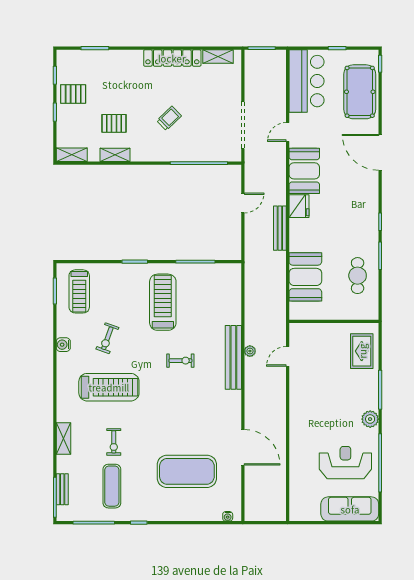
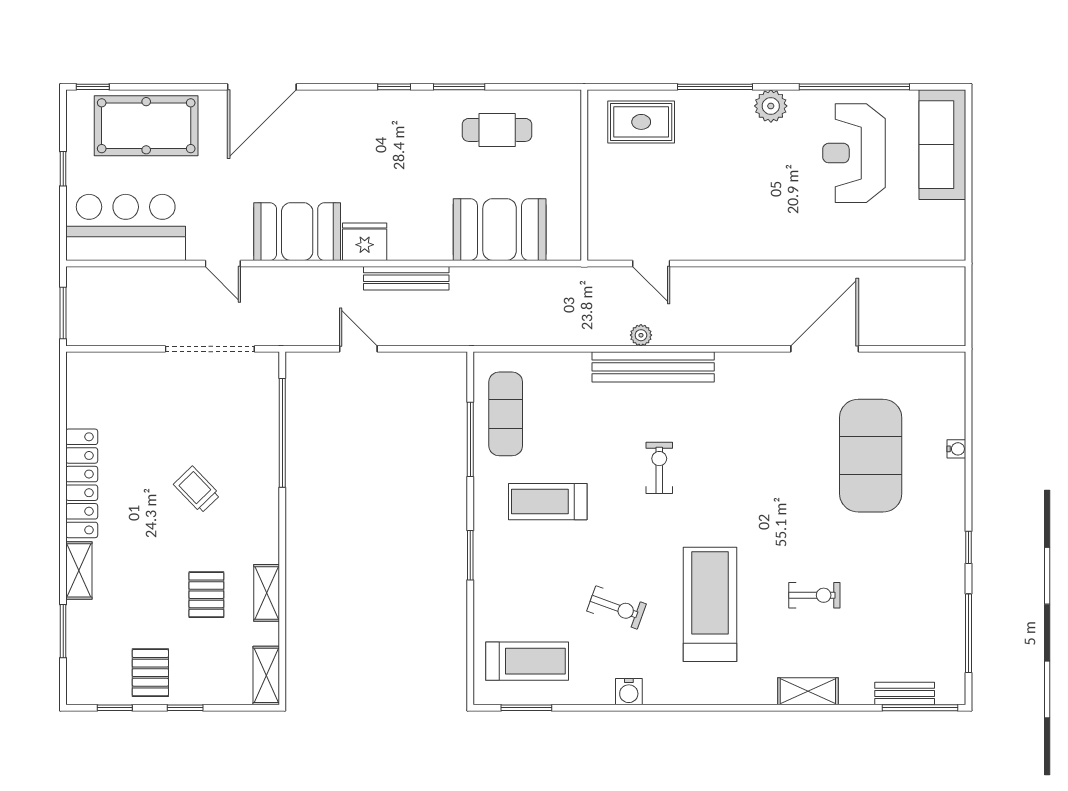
shelving: (218, 57) -> (79, 570), moved
treadmill: (163, 302) -> (548, 502), width x0.73, depth x0.73
exercise mat: (112, 486) -> (506, 414), moved, turned 90
water cooler: (228, 516) -> (956, 449), moved

